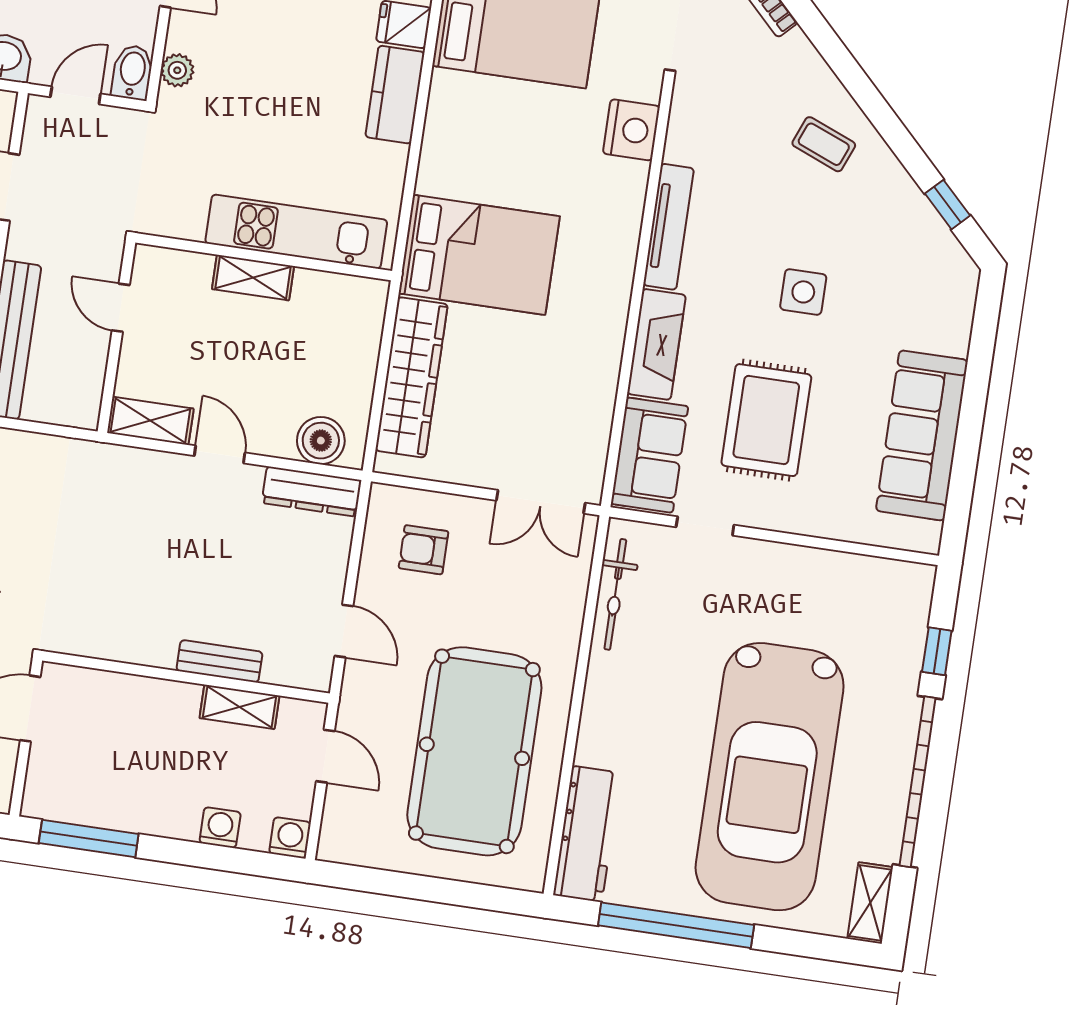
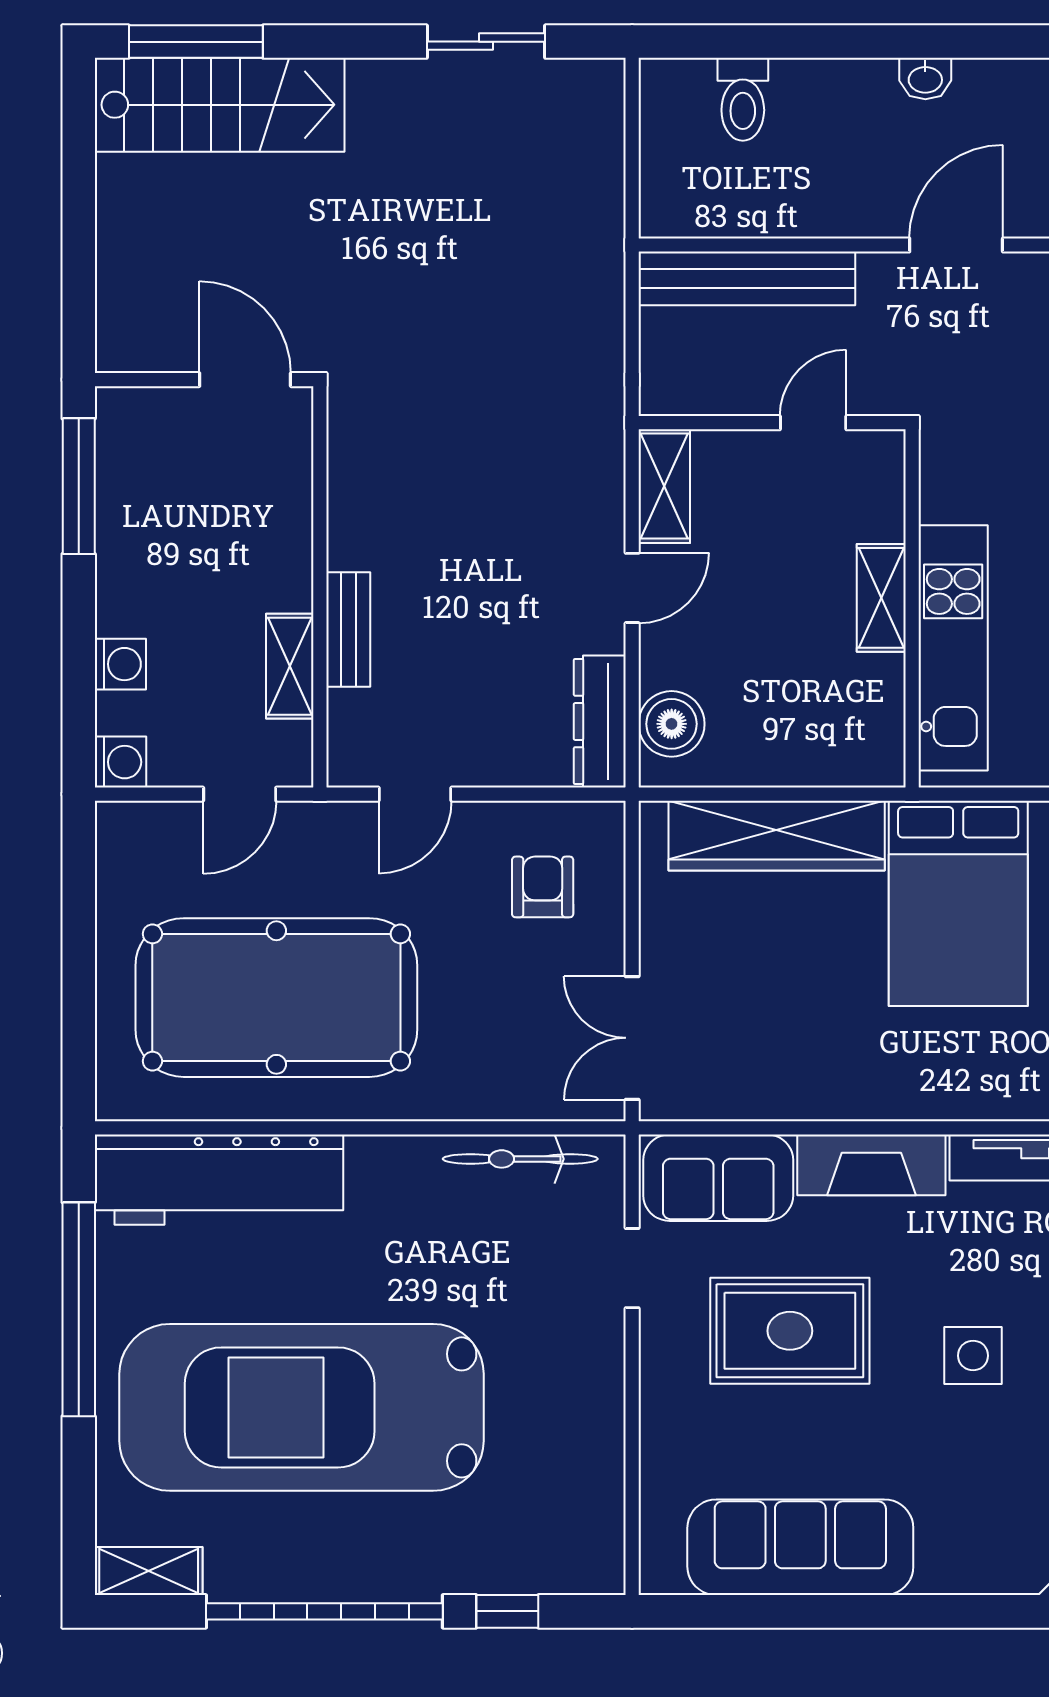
workbench: (587, 834) -> (219, 1180), width x1.36, depth x1.32

